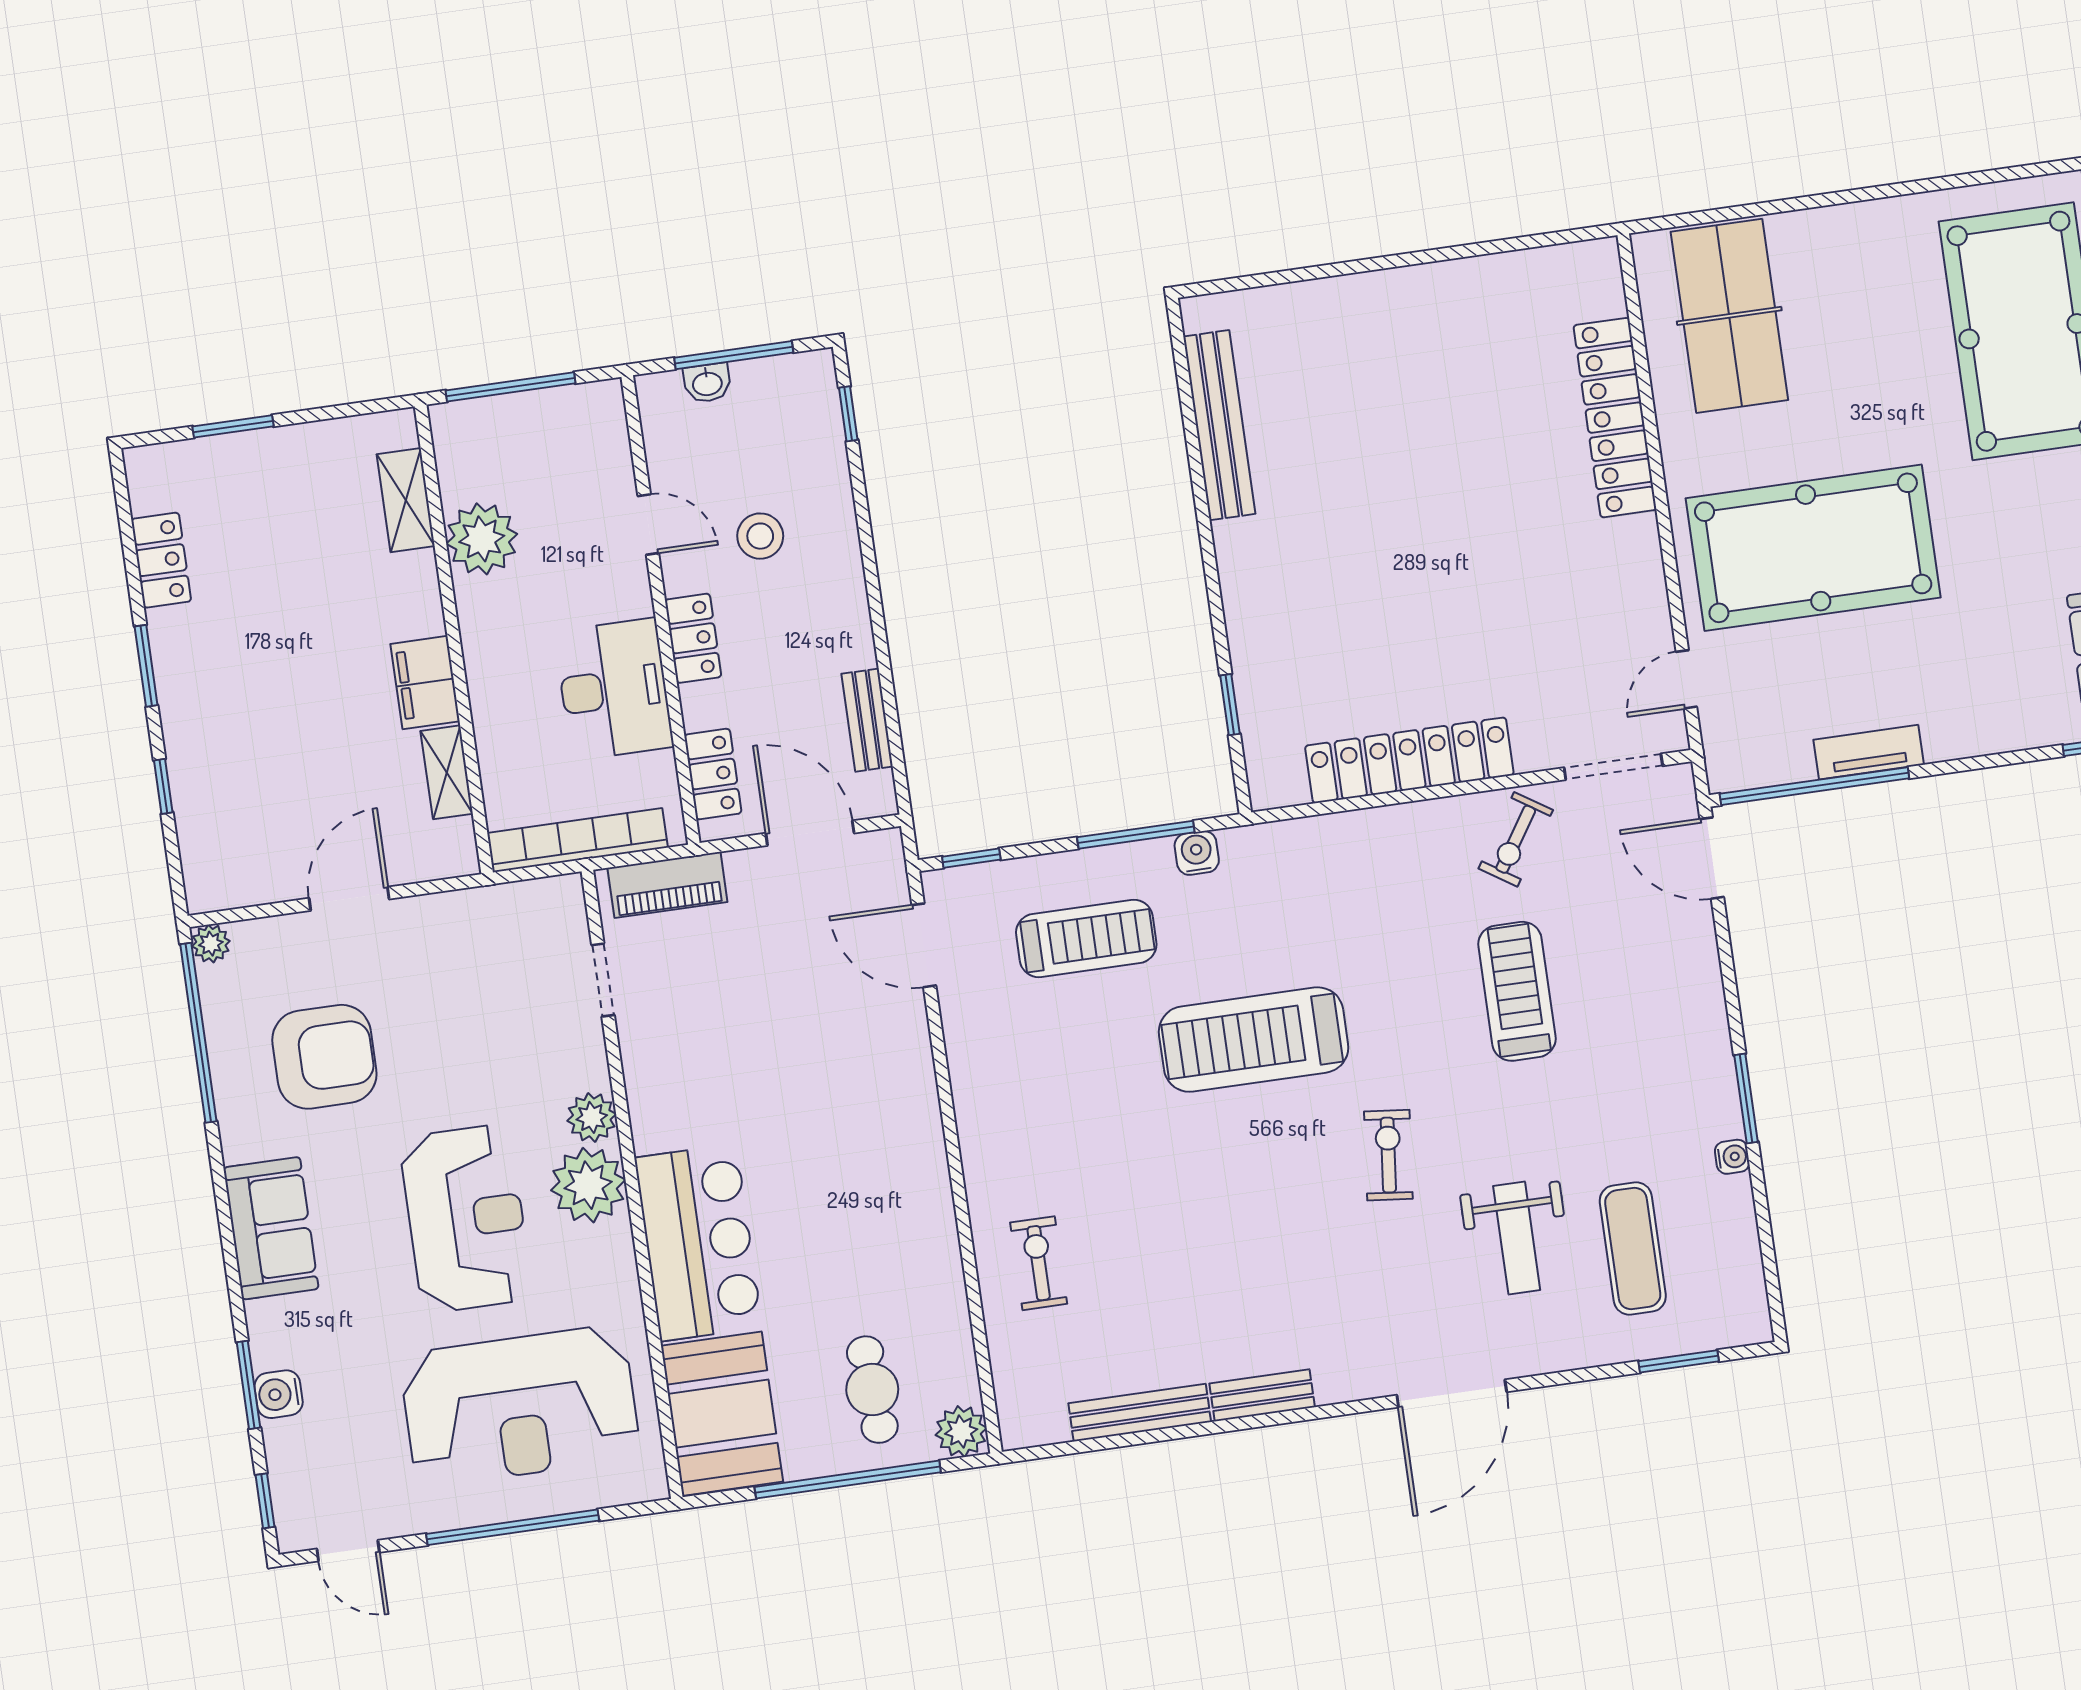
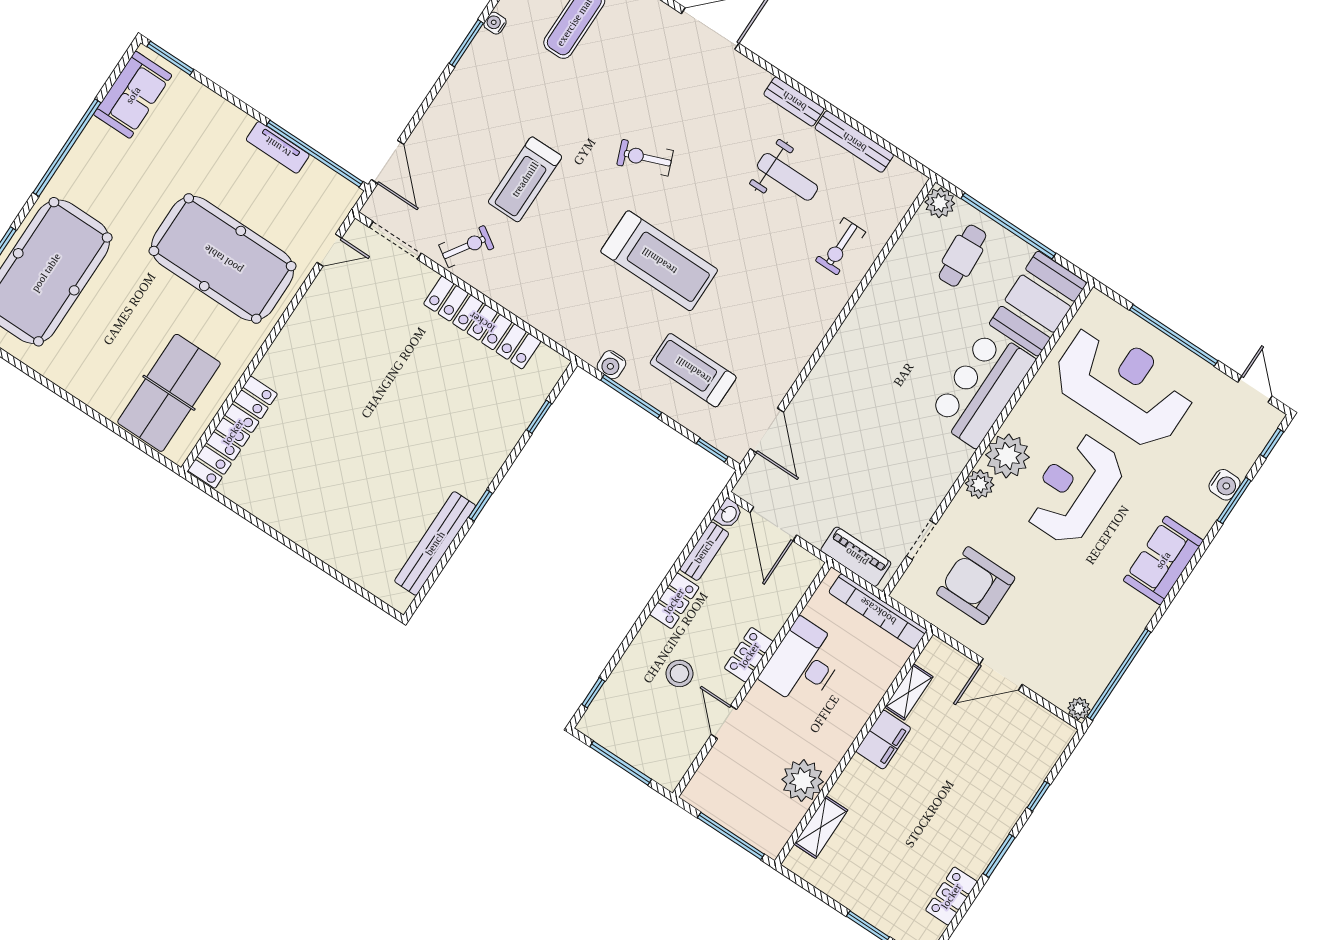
washbasin: (707, 383) -> (728, 514), moved, turned 90
locker: (1615, 418) -> (233, 432), moved
window: (1204, 525) -> (481, 505), added
locker: (713, 774) -> (674, 601), moved, turned 180
armchair: (324, 1057) -> (976, 586), moved
exercise bike: (1388, 1155) -> (645, 158), turned 63
weight bench: (1517, 1238) -> (788, 177), moved, turned 90

